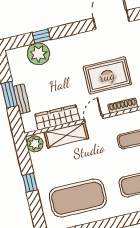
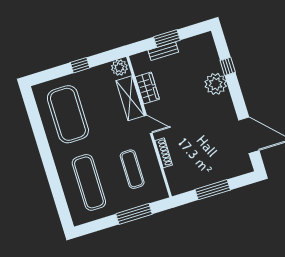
plant: (39, 54) -> (216, 84), moved
rug: (107, 76) -> (193, 135), removed
wardrobe: (57, 117) -> (147, 88), width x0.67

